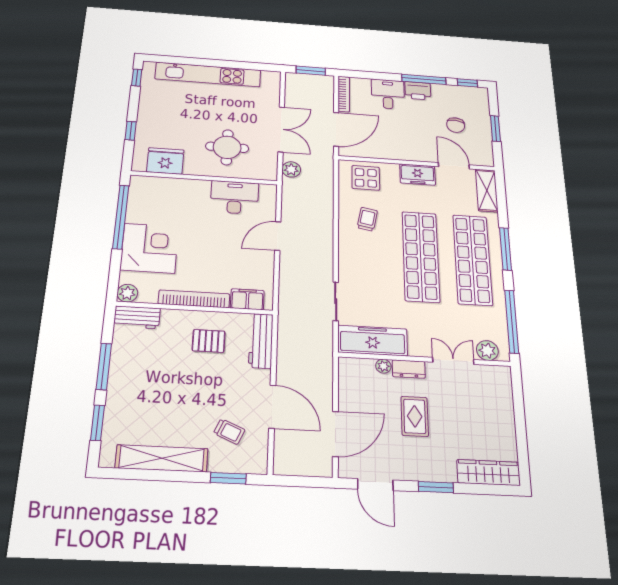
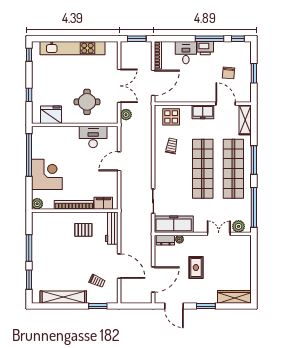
workbench: (137, 317) -> (44, 218), removed
dresser: (409, 369) -> (165, 240), moved

